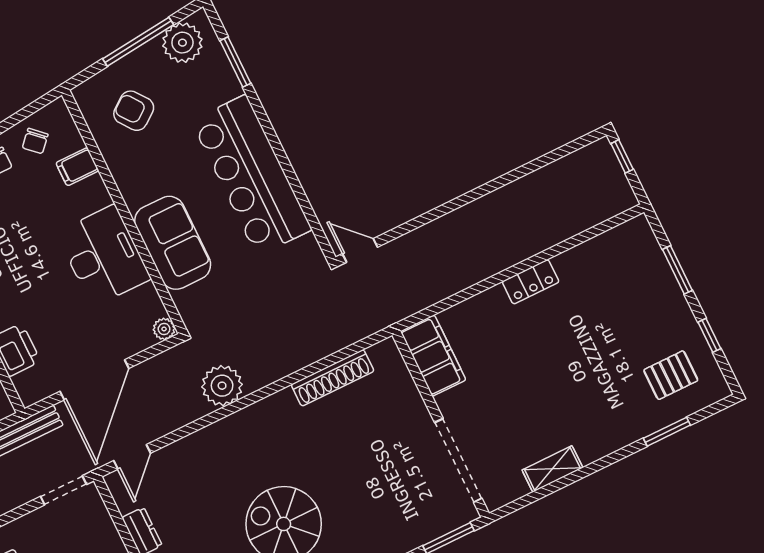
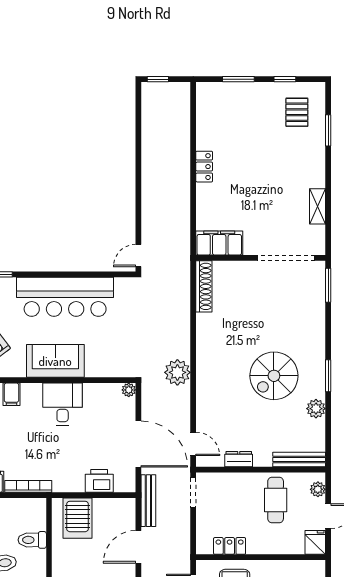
sofa: (173, 243) -> (55, 361), moved
desk: (104, 256) -> (63, 404), width x0.73
shoe rack: (333, 378) -> (204, 286), moved

